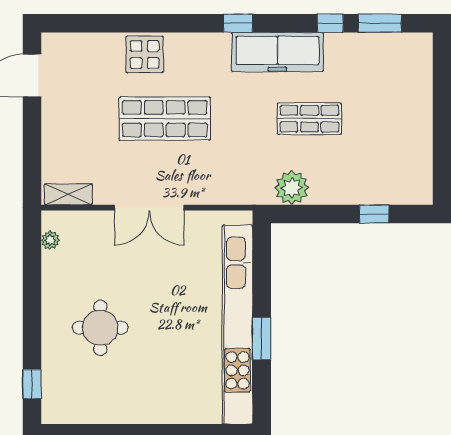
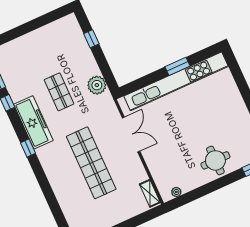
display table: (145, 55) -> (64, 187), removed
shop shelf: (165, 119) -> (91, 163), width x1.40
double door: (149, 208) -> (131, 135), moved
round table: (100, 328) -> (215, 160), moved

